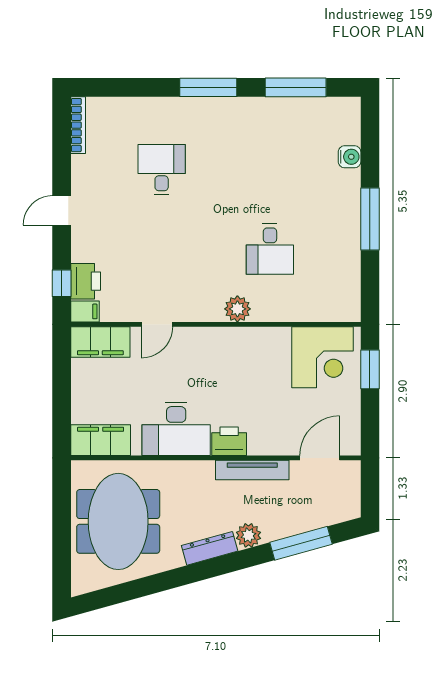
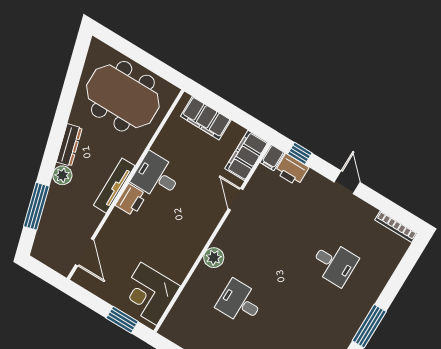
desk: (176, 429) -> (156, 176), width x0.73
filing cabinet: (101, 440) -> (206, 118), moved, turned 90
tv unit: (252, 470) -> (114, 186), moved

